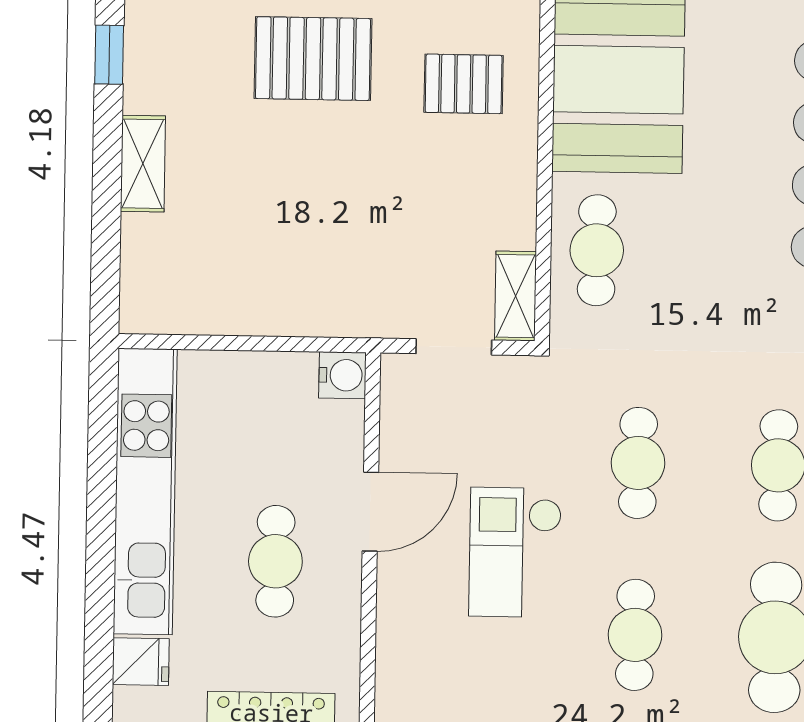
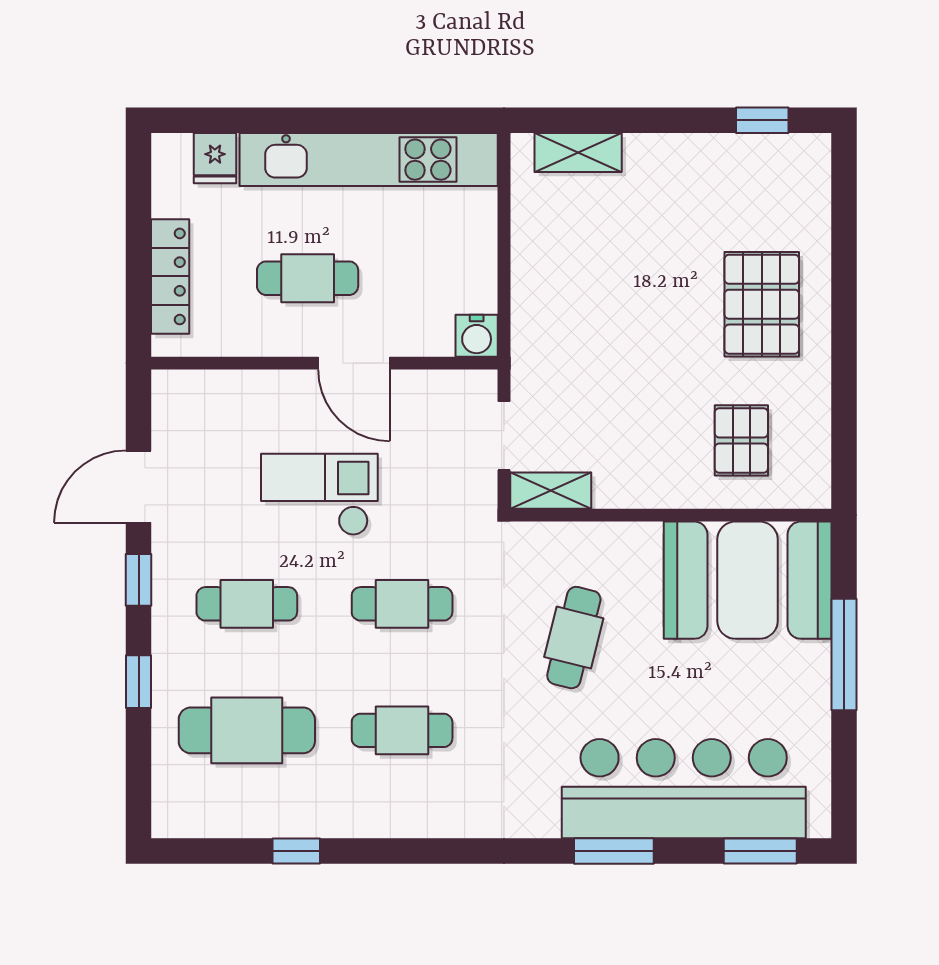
shelving: (143, 164) -> (578, 152), moved
cafe table: (597, 250) -> (574, 638), moved, turned -76

